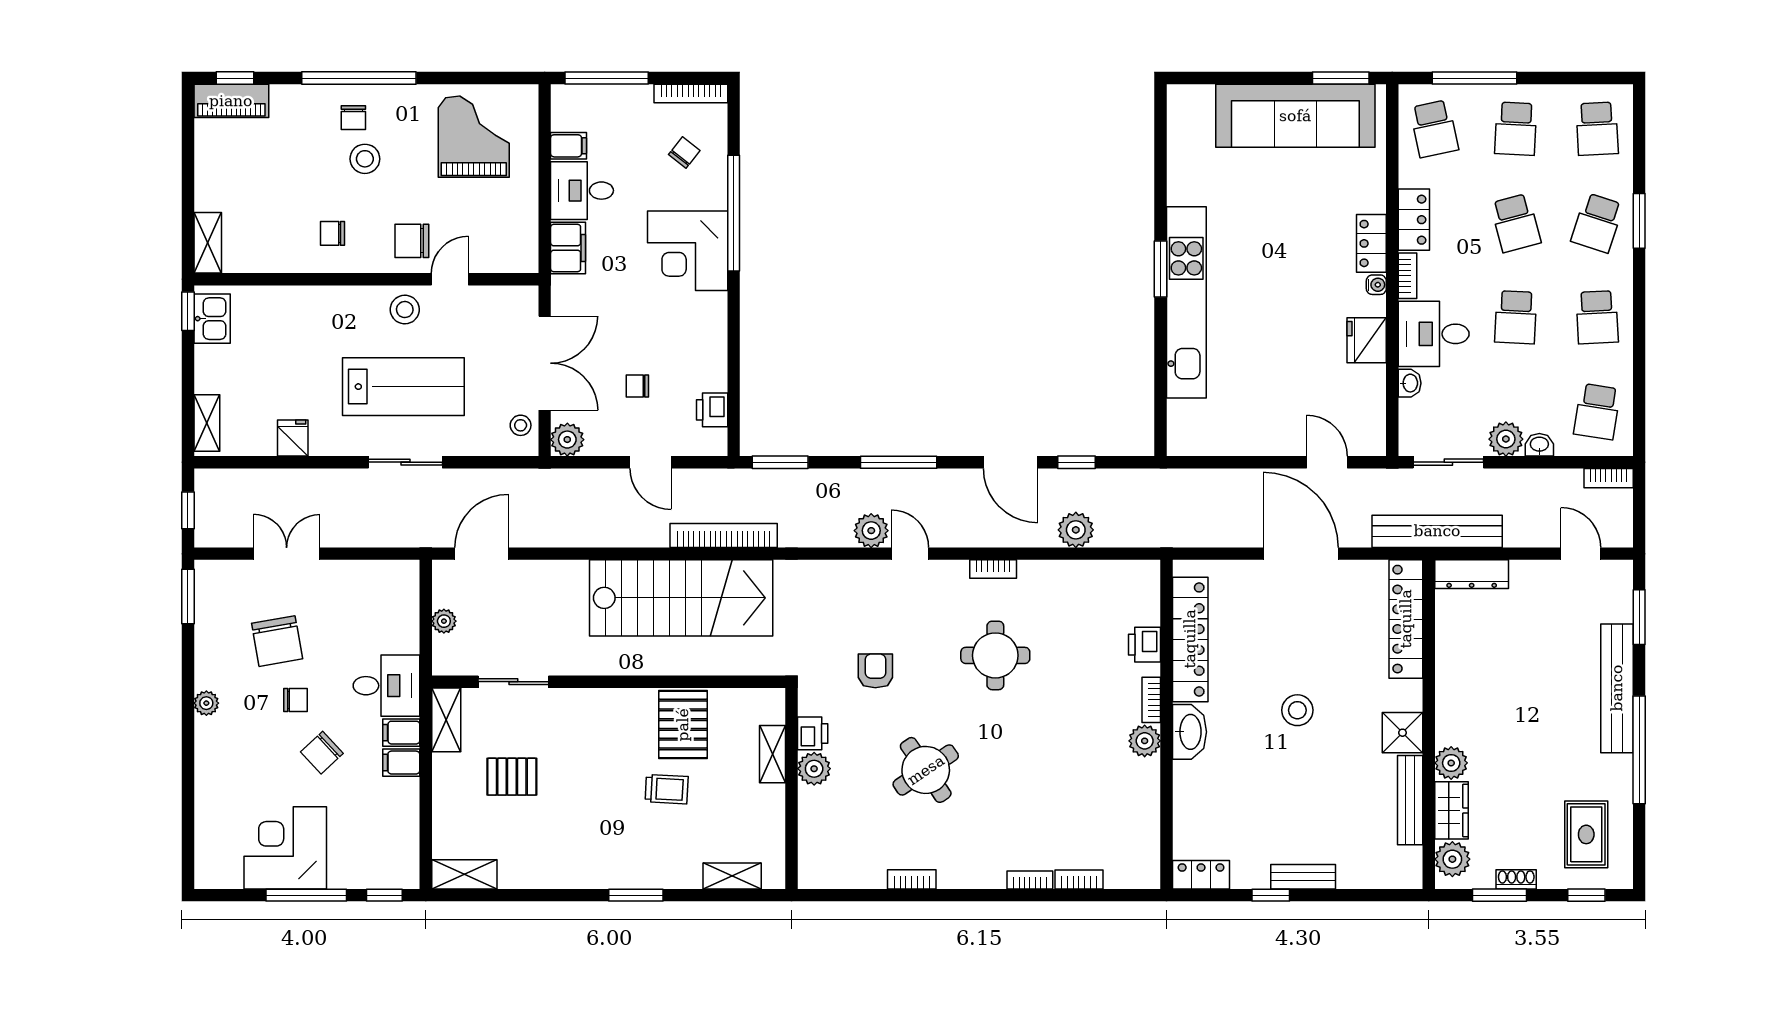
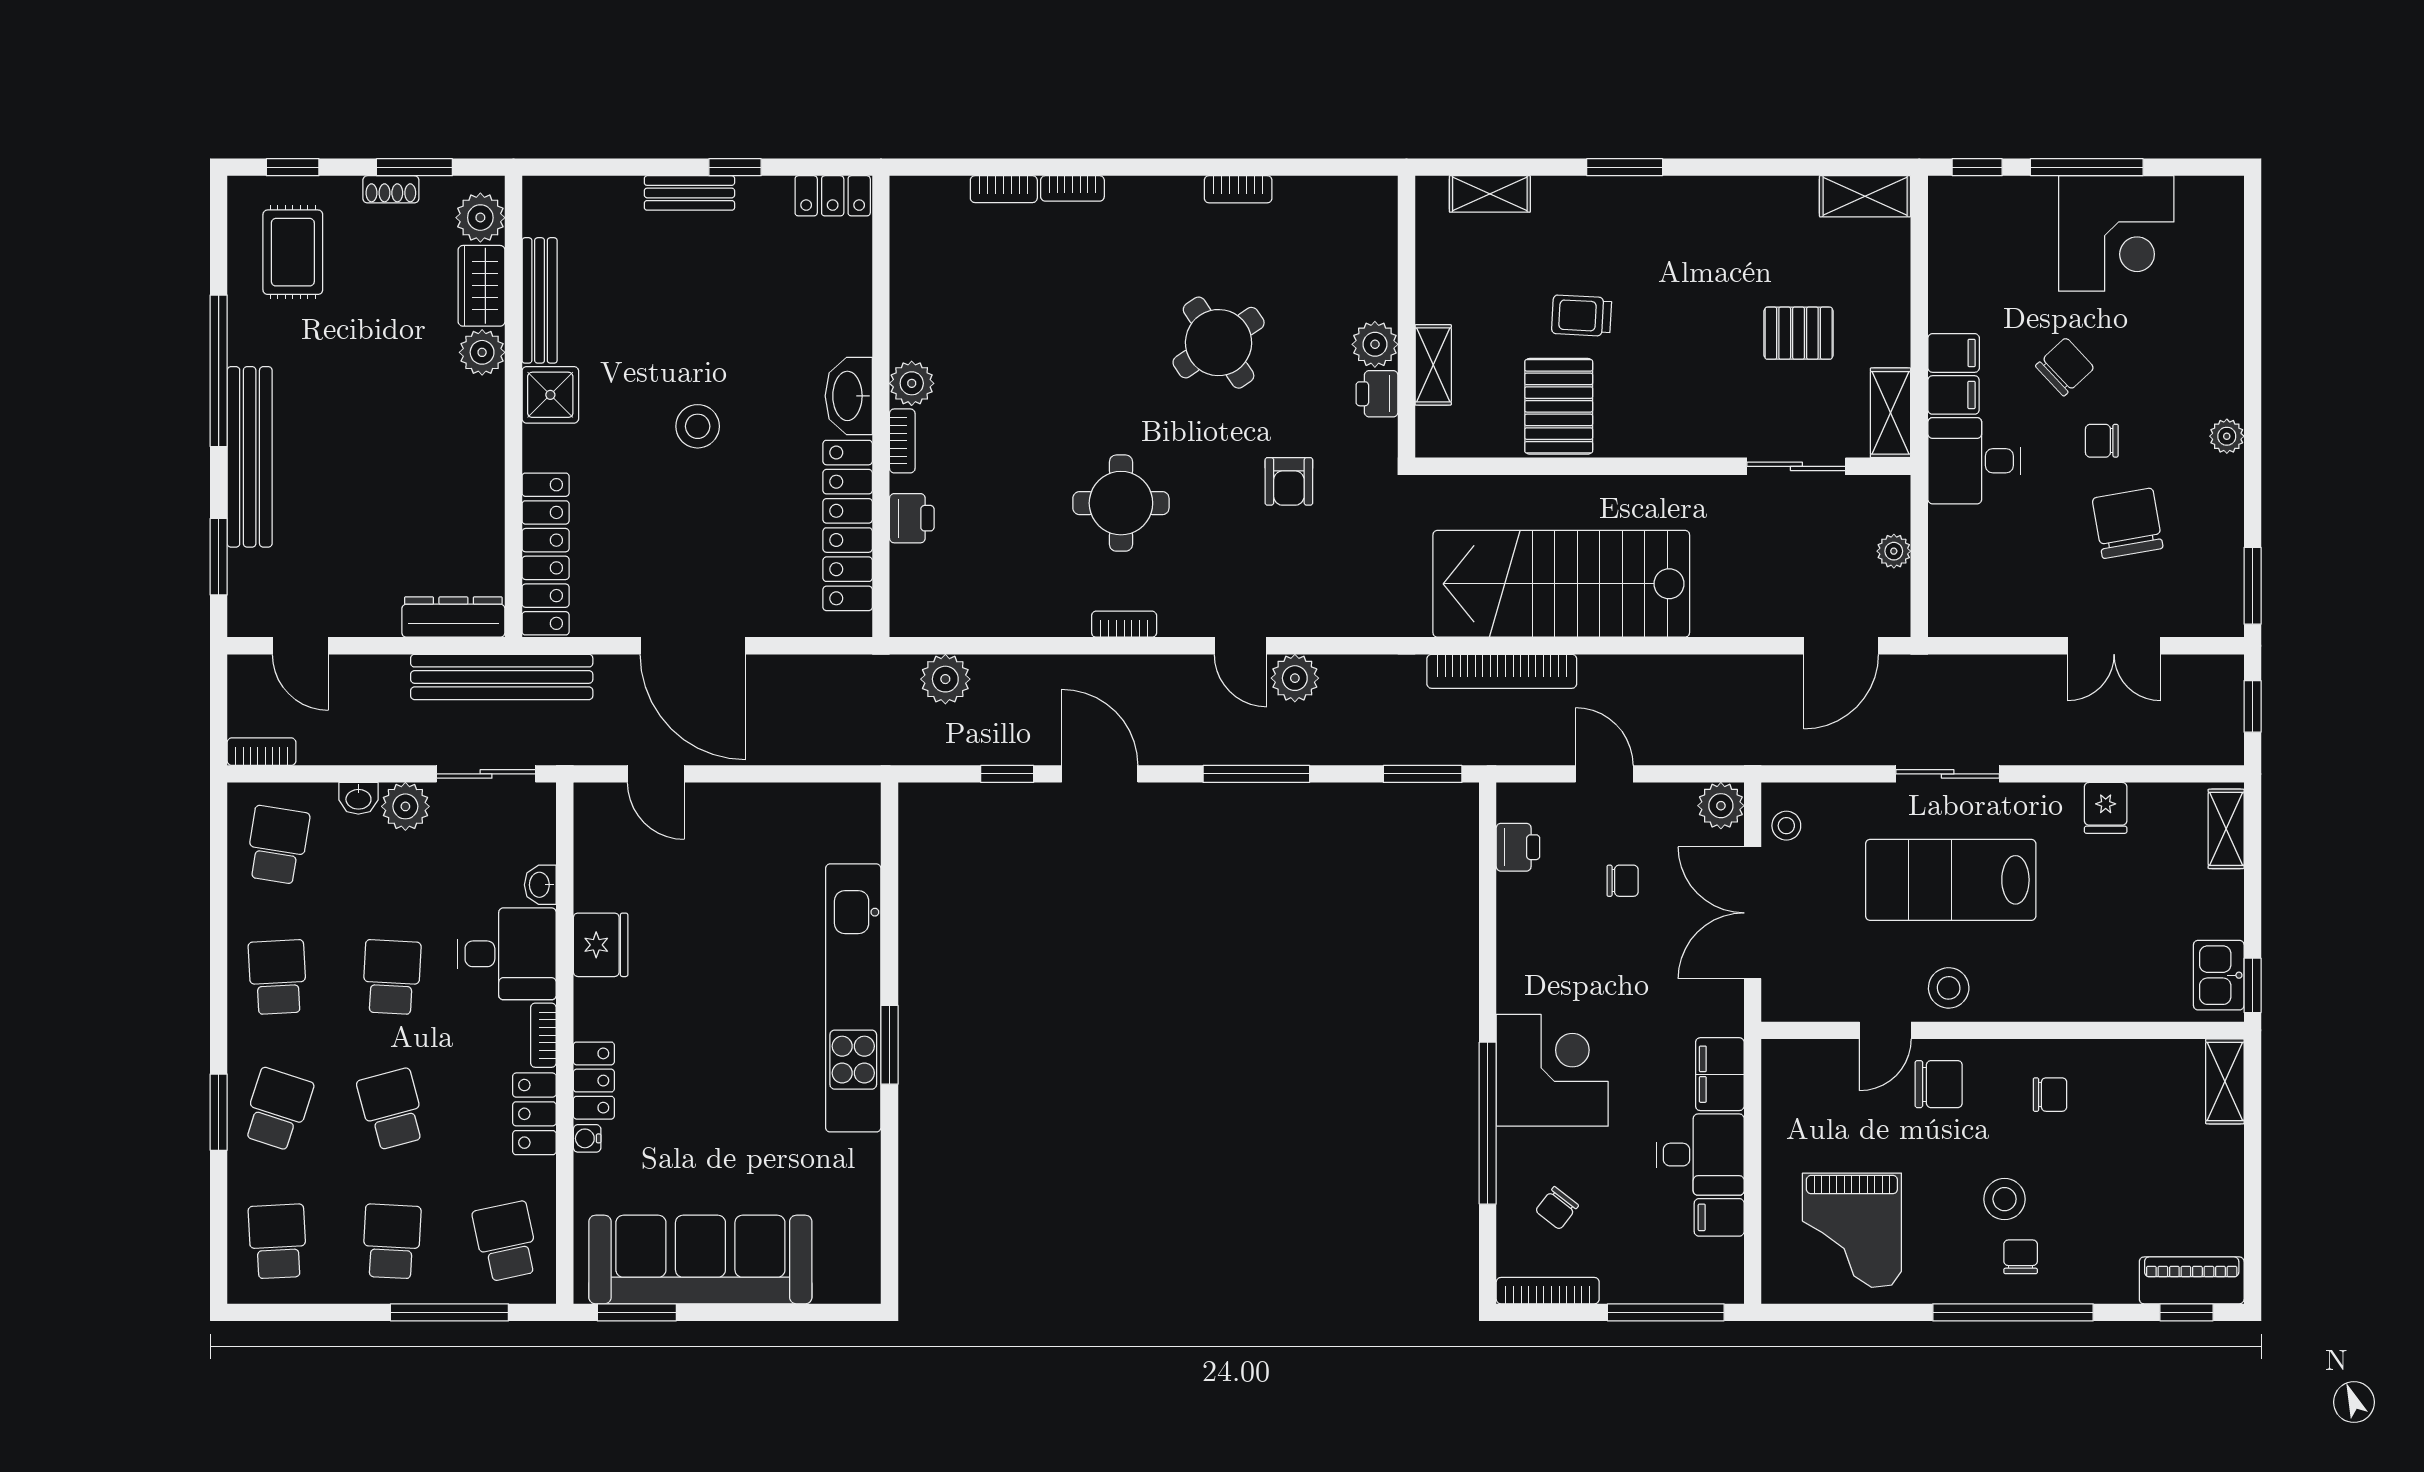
water cooler: (1376, 285) -> (587, 1138), moved
plant: (1076, 530) -> (945, 679), moved

